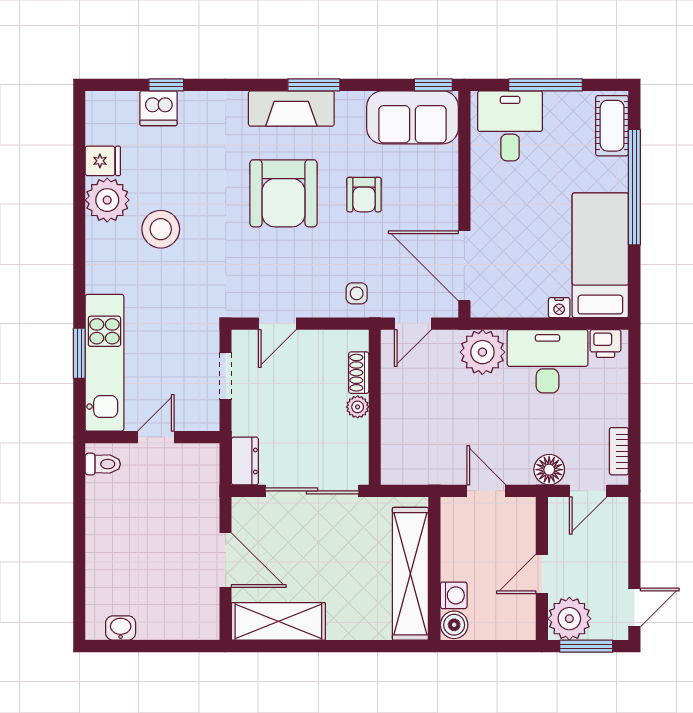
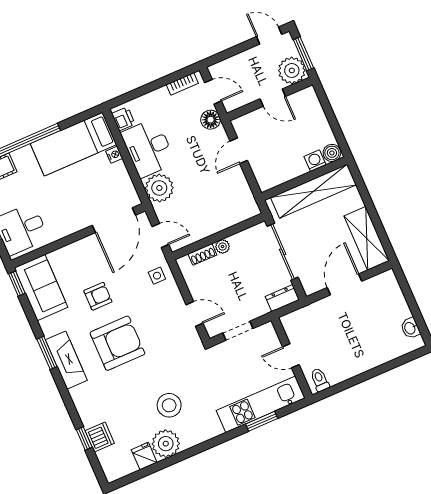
wall: (434, 568) -> (304, 179), moved
shelving: (410, 574) -> (313, 191), moved
washing machine: (454, 595) -> (315, 161), moved
boiler: (454, 625) -> (332, 153), moved

